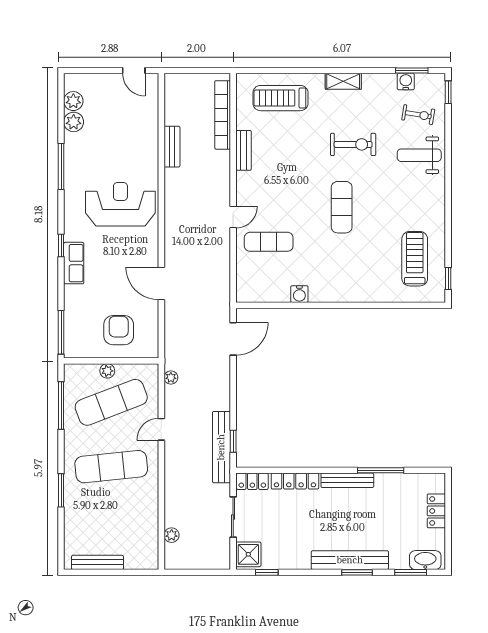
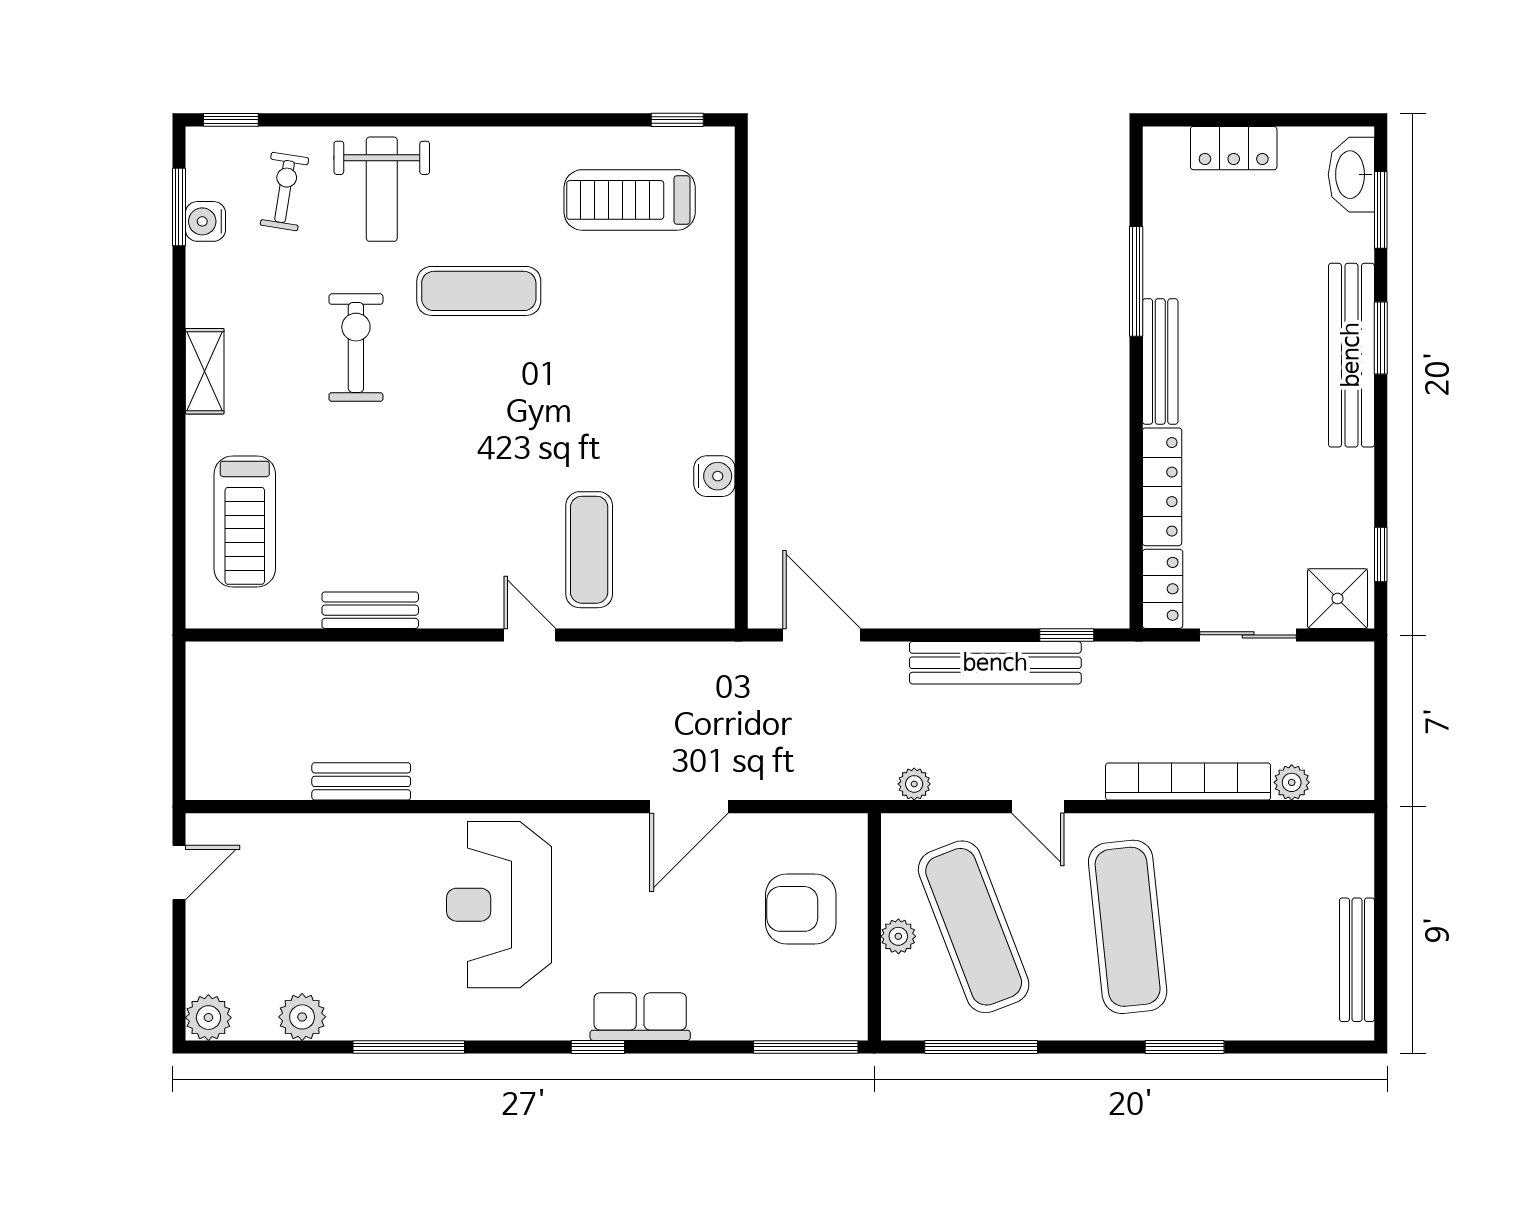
plant: (73, 101) -> (208, 1018), moved
bookcase: (223, 115) -> (1188, 781), moved, turned 180
exercise mat: (342, 207) -> (479, 291), moved
bench: (221, 447) -> (995, 663), moved

